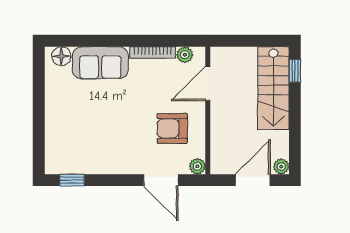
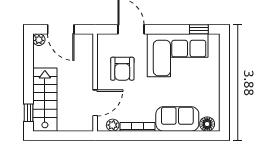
armchair: (172, 128) -> (122, 69), turned 90
corner sofa: (100, 146) -> (178, 55), added
plant: (197, 166) -> (103, 40), removed
door: (253, 180) -> (61, 29), hinge flipped

